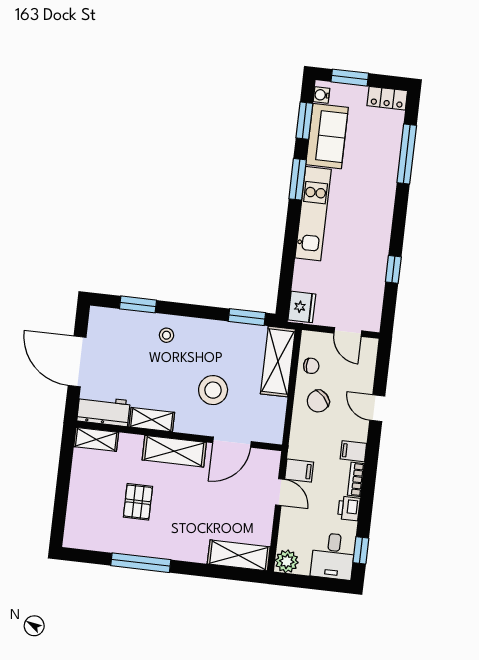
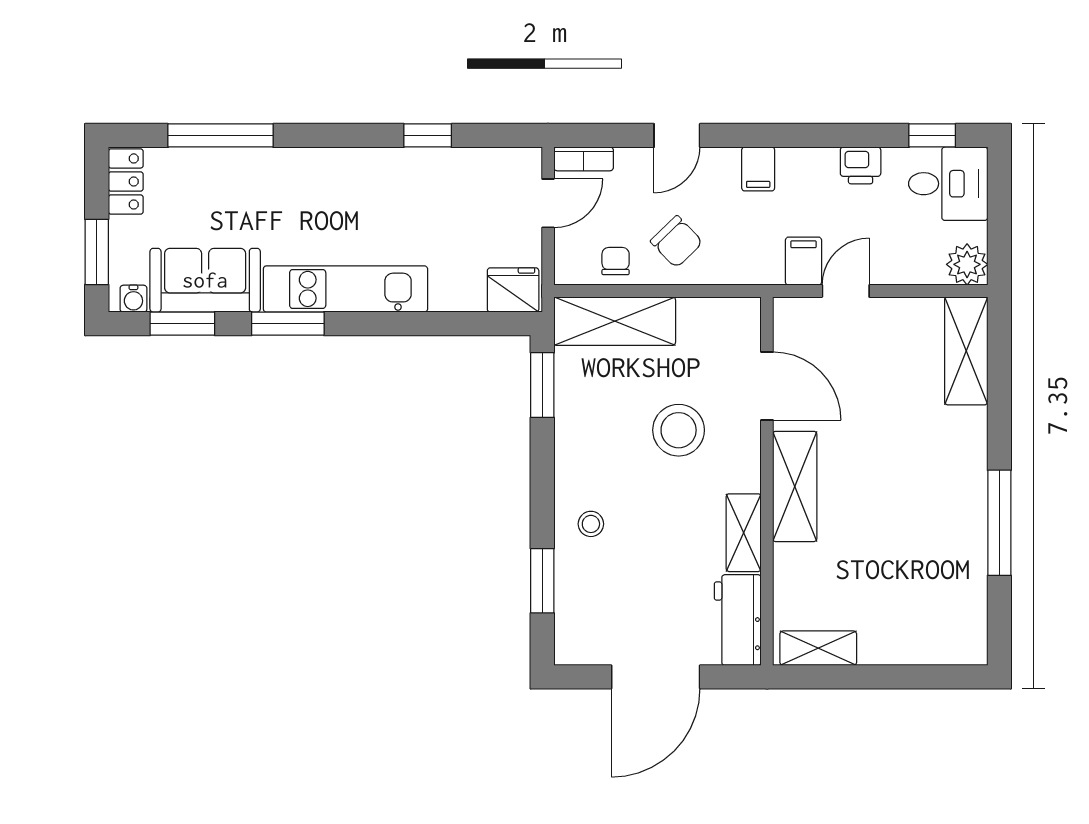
shelving: (96, 439) -> (818, 648), moved, turned 90
bookcase: (356, 479) -> (584, 159), moved
pallet: (138, 502) -> (892, 540), removed

